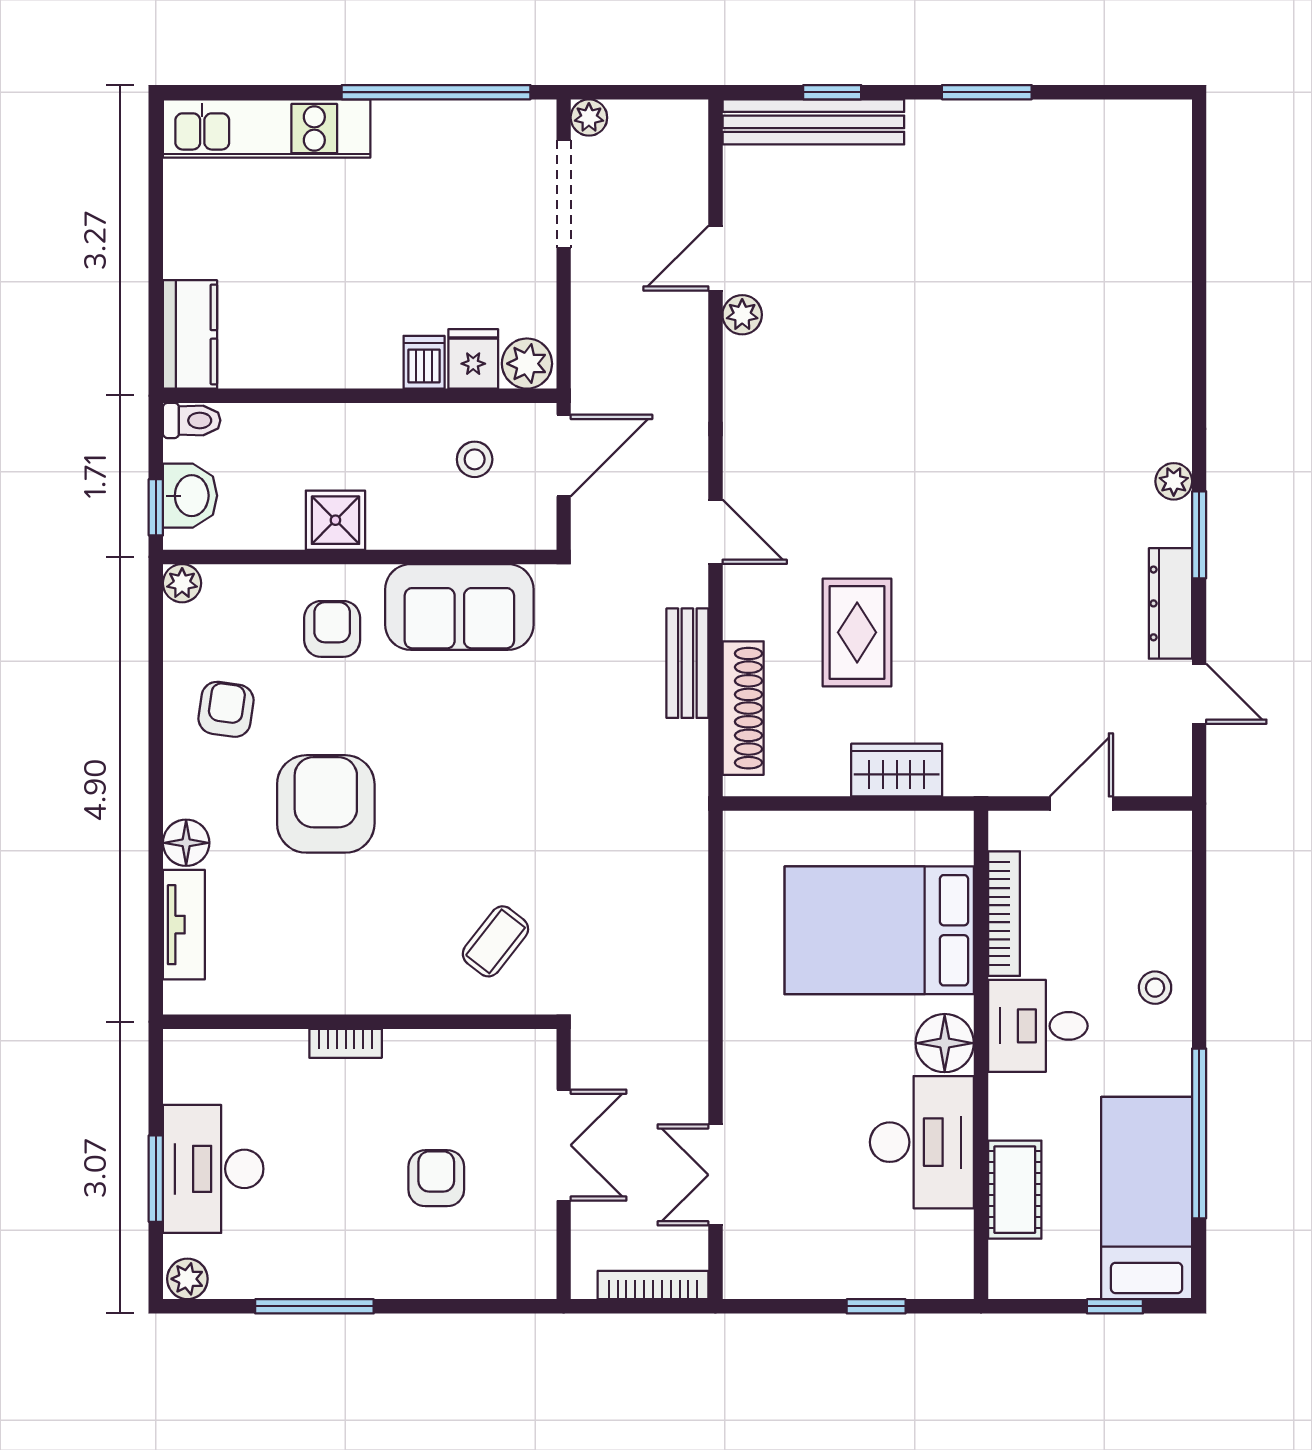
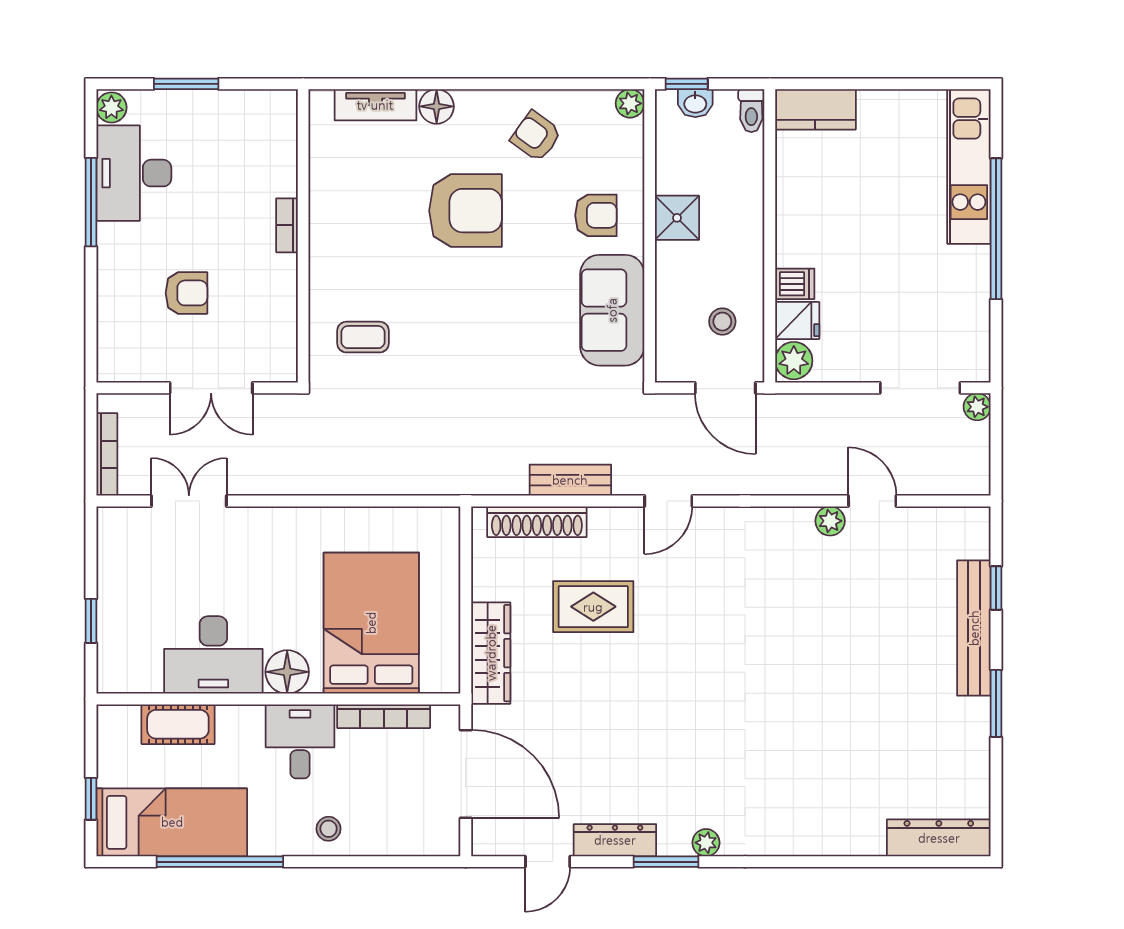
window: (436, 92) -> (996, 229), moved
bench: (813, 122) -> (974, 628), moved
dresser: (1167, 169) -> (939, 838), added
washbasin: (190, 496) -> (695, 103), width x0.72, depth x0.69
armchair: (226, 709) -> (536, 136), turned -152
wardrobe: (897, 770) -> (491, 653), width x1.50
door: (1082, 804) -> (466, 774), width x1.88
coffee table: (495, 941) -> (363, 337), turned -38
desk: (213, 1169) -> (134, 173), moved, turned -90

